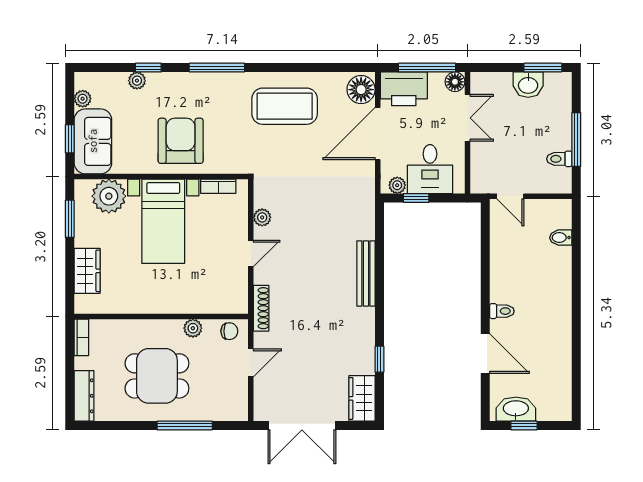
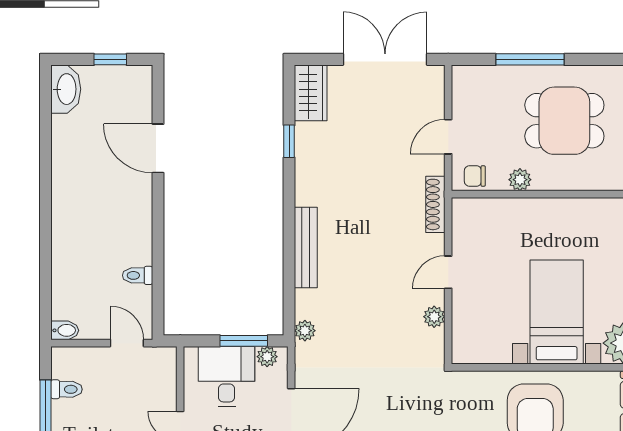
bookcase: (218, 186) -> (489, 355), removed
window: (416, 198) -> (244, 341), width x1.50
plant: (367, 206) -> (305, 331), added
bidet: (561, 238) -> (65, 330), moved
toilet: (502, 311) -> (138, 275), moved
washbasin: (516, 409) -> (66, 89), moved, turned -90

